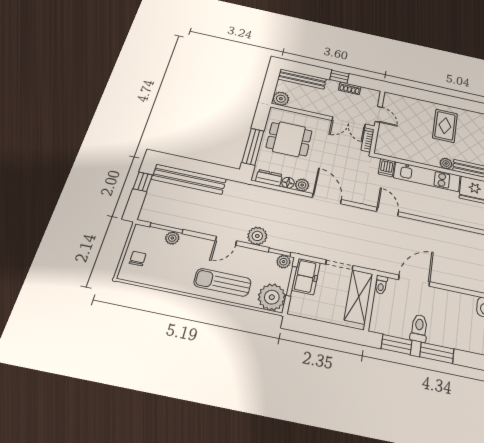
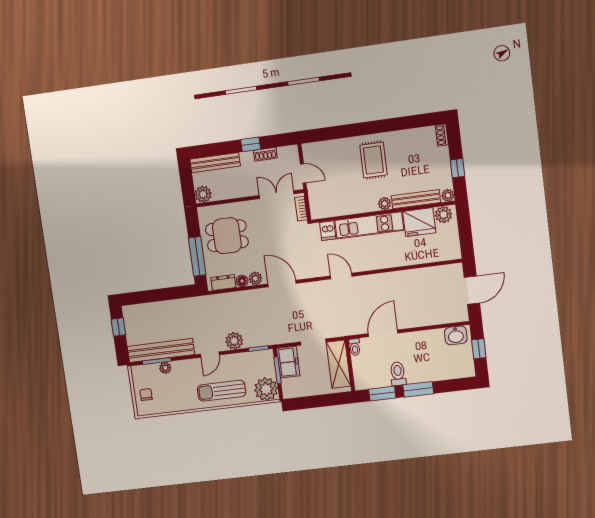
double door: (349, 122) -> (277, 195), swing flipped
bench: (189, 179) -> (161, 350), moved
plant: (283, 262) -> (265, 356), removed

